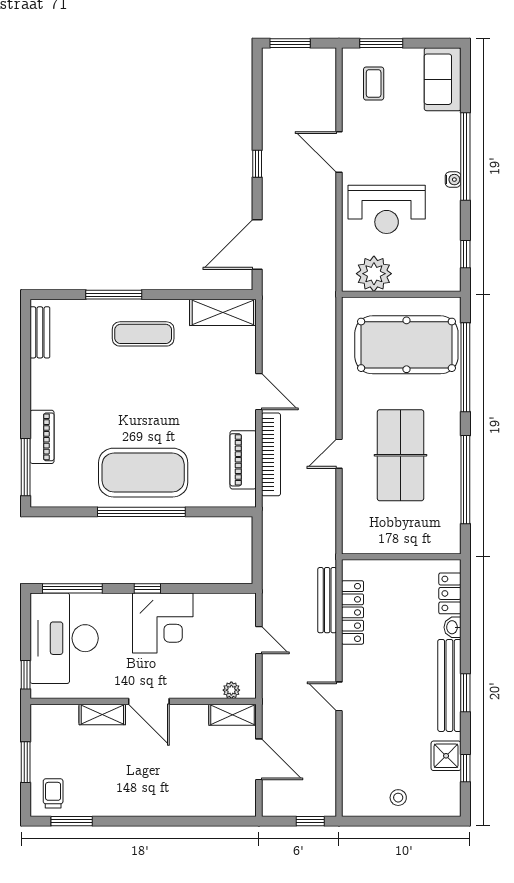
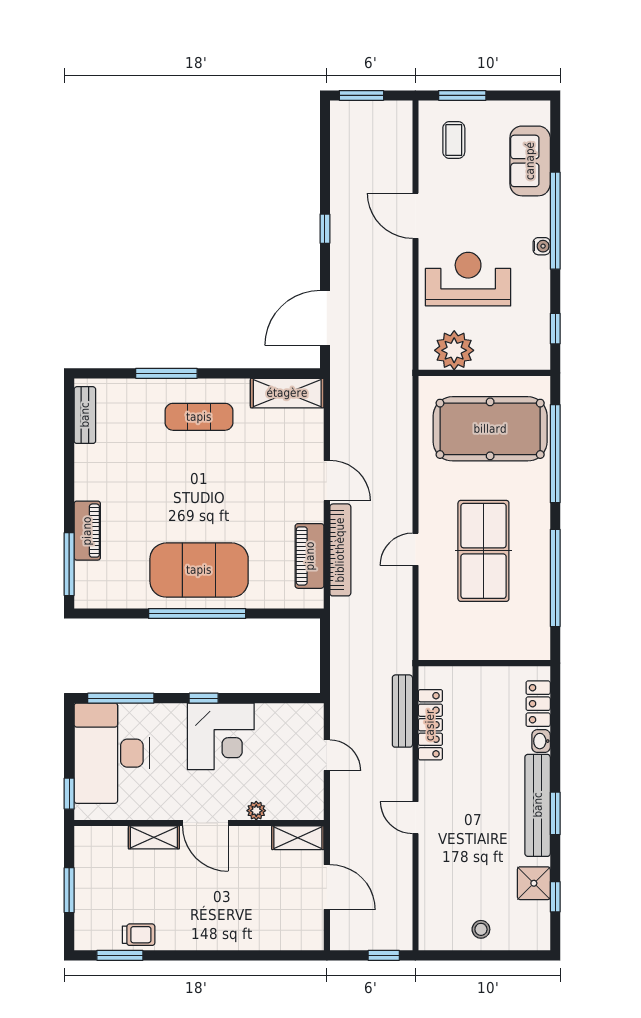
sofa: (443, 79) -> (530, 161), moved
reception desk: (387, 209) -> (468, 279), turned 180
plant: (231, 690) -> (256, 811), moved
trolley: (53, 793) -> (139, 935), moved, turned 90

